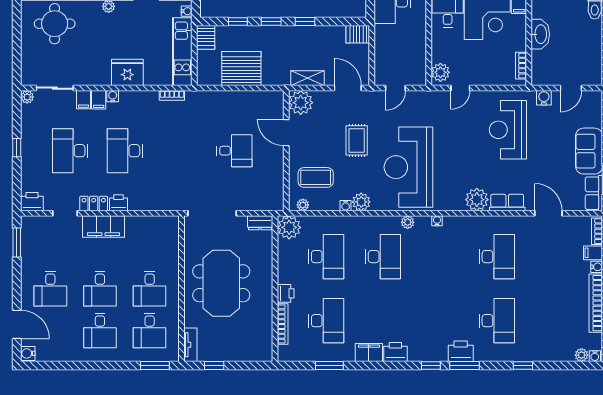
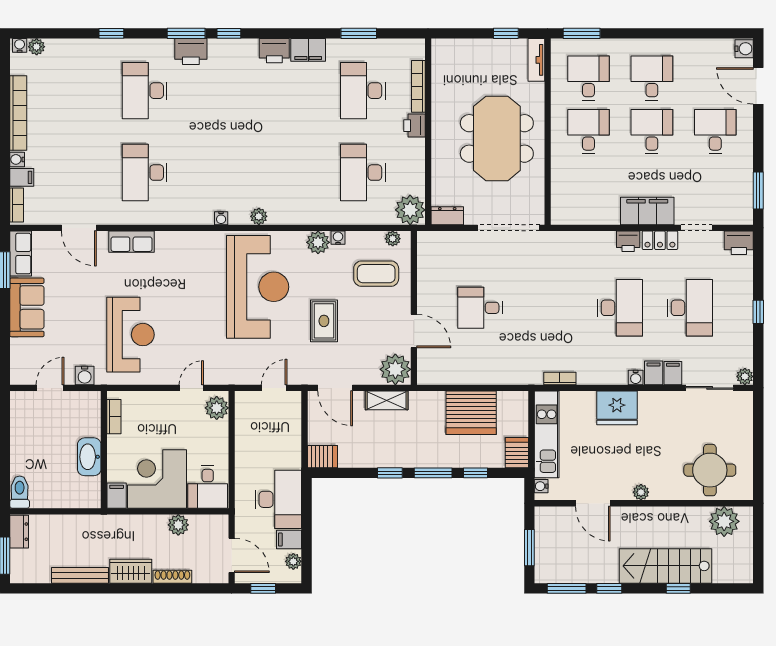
window: (271, 22) -> (433, 473), width x1.50
plant: (477, 200) -> (170, 245), removed
desk: (383, 257) -> (290, 173), removed

